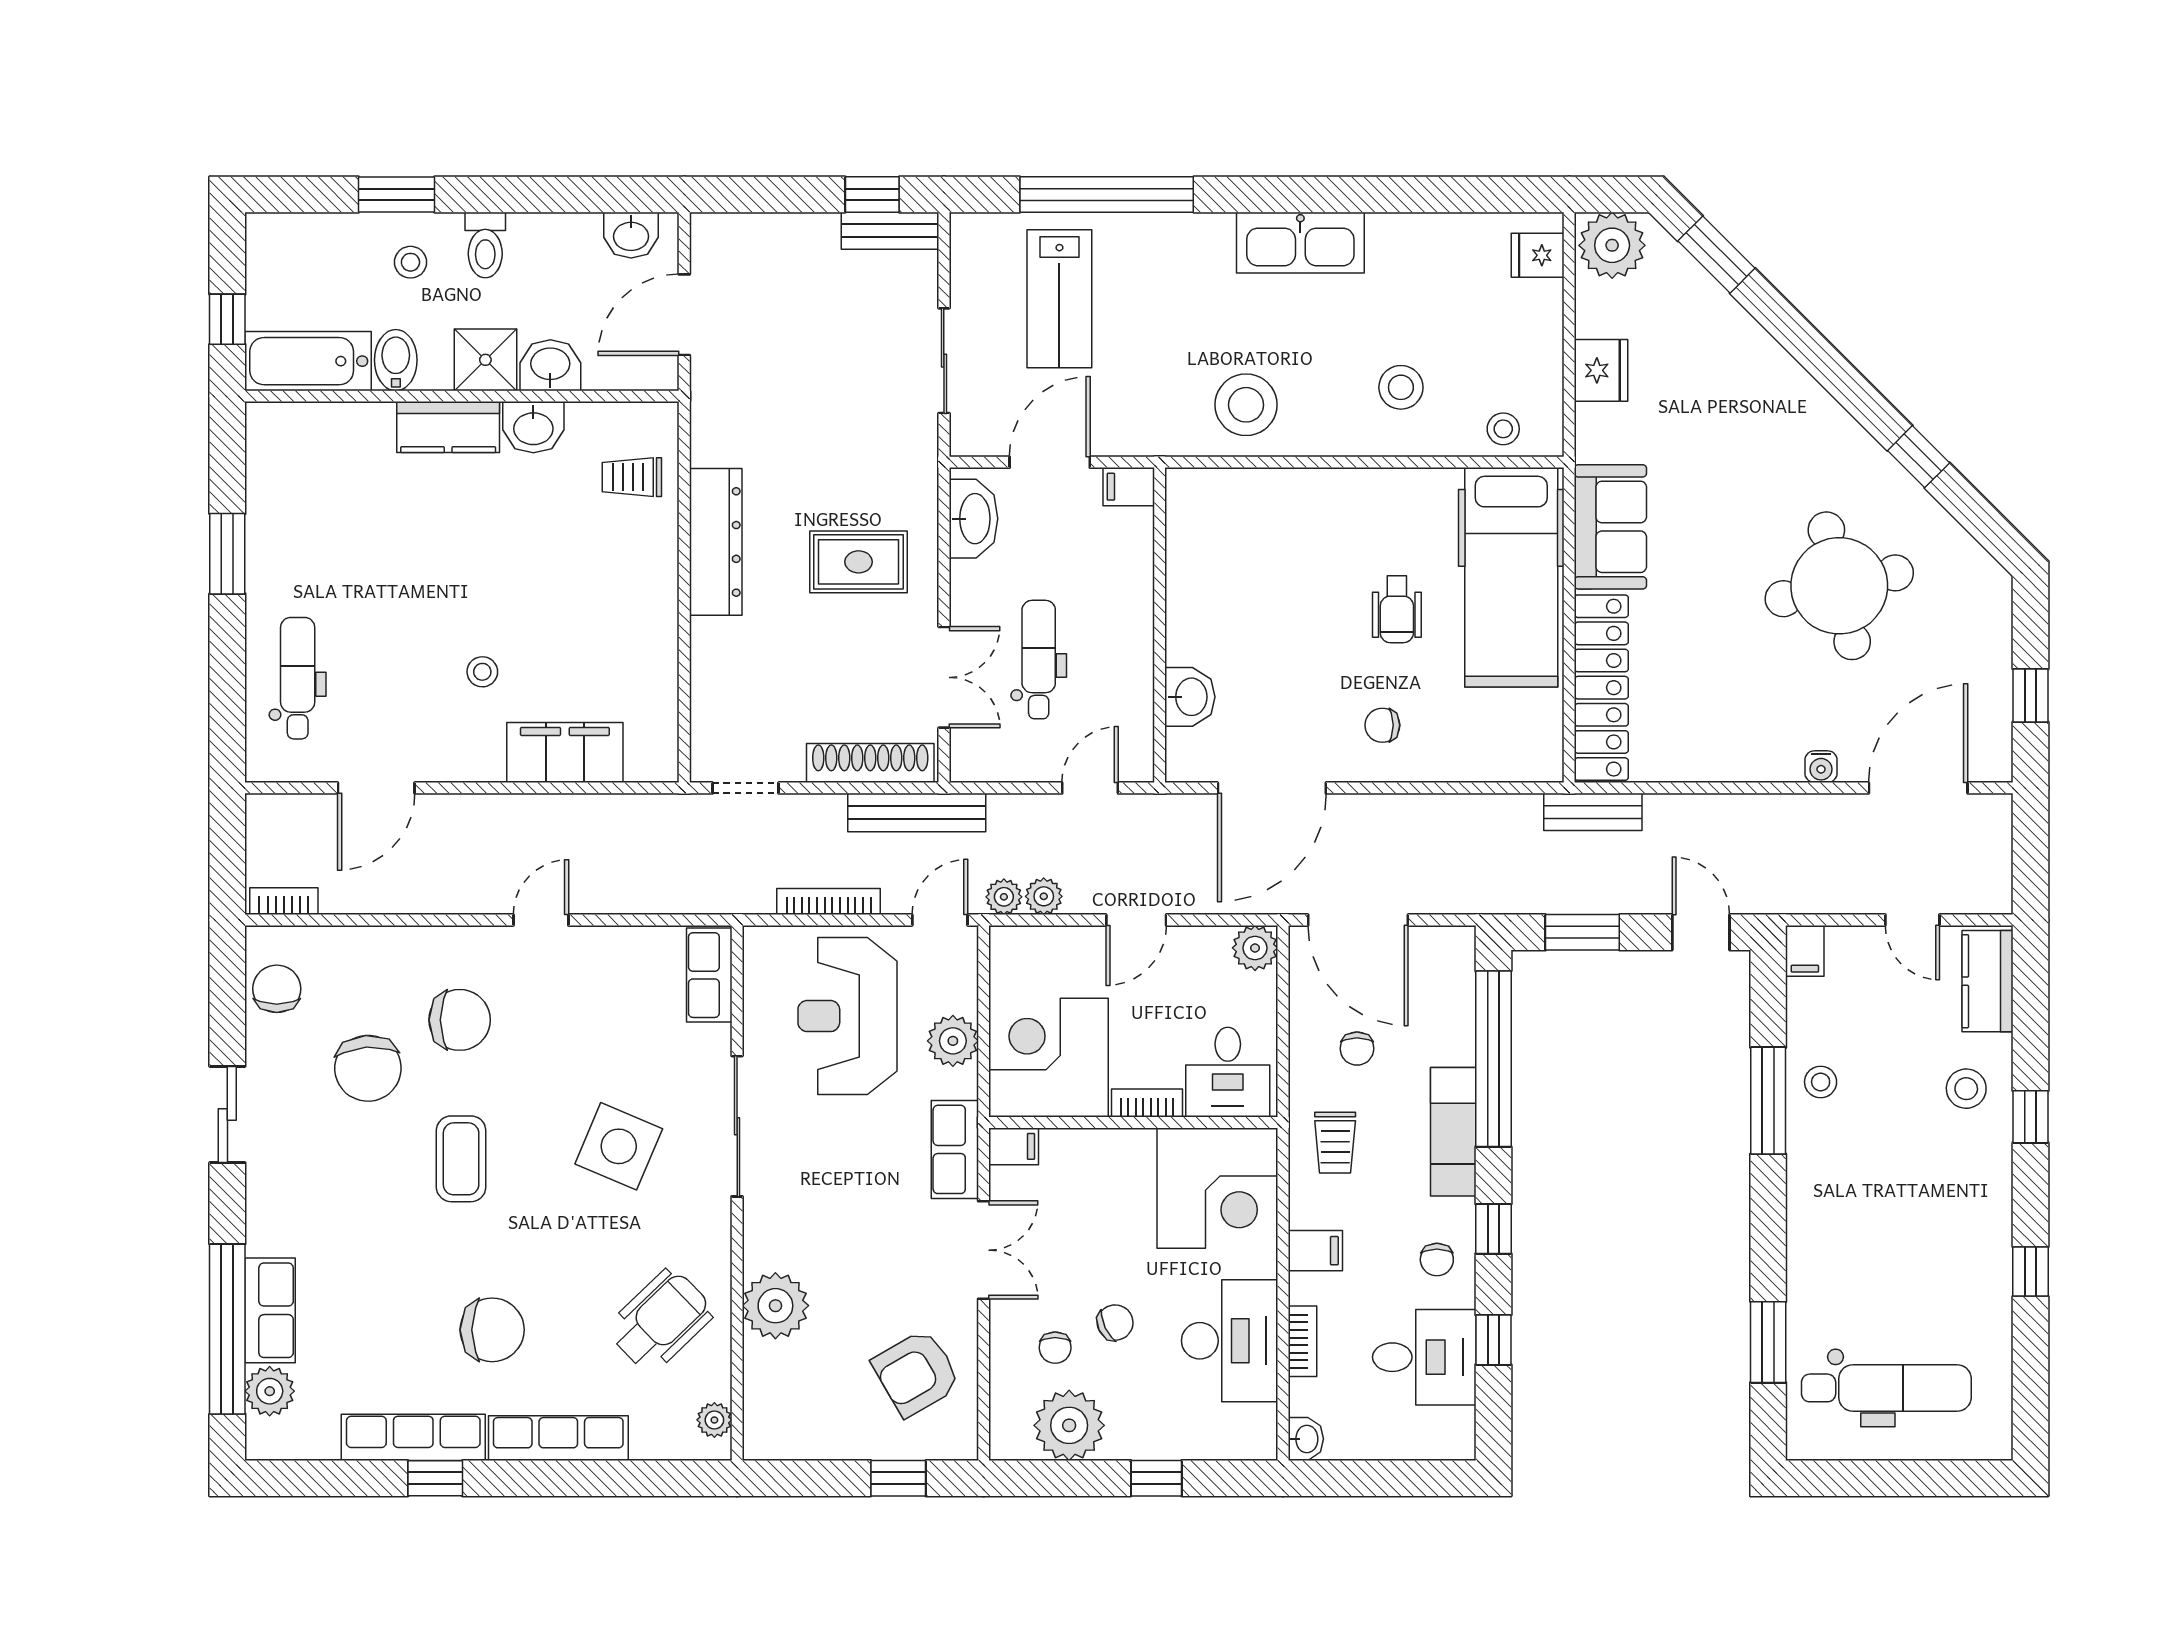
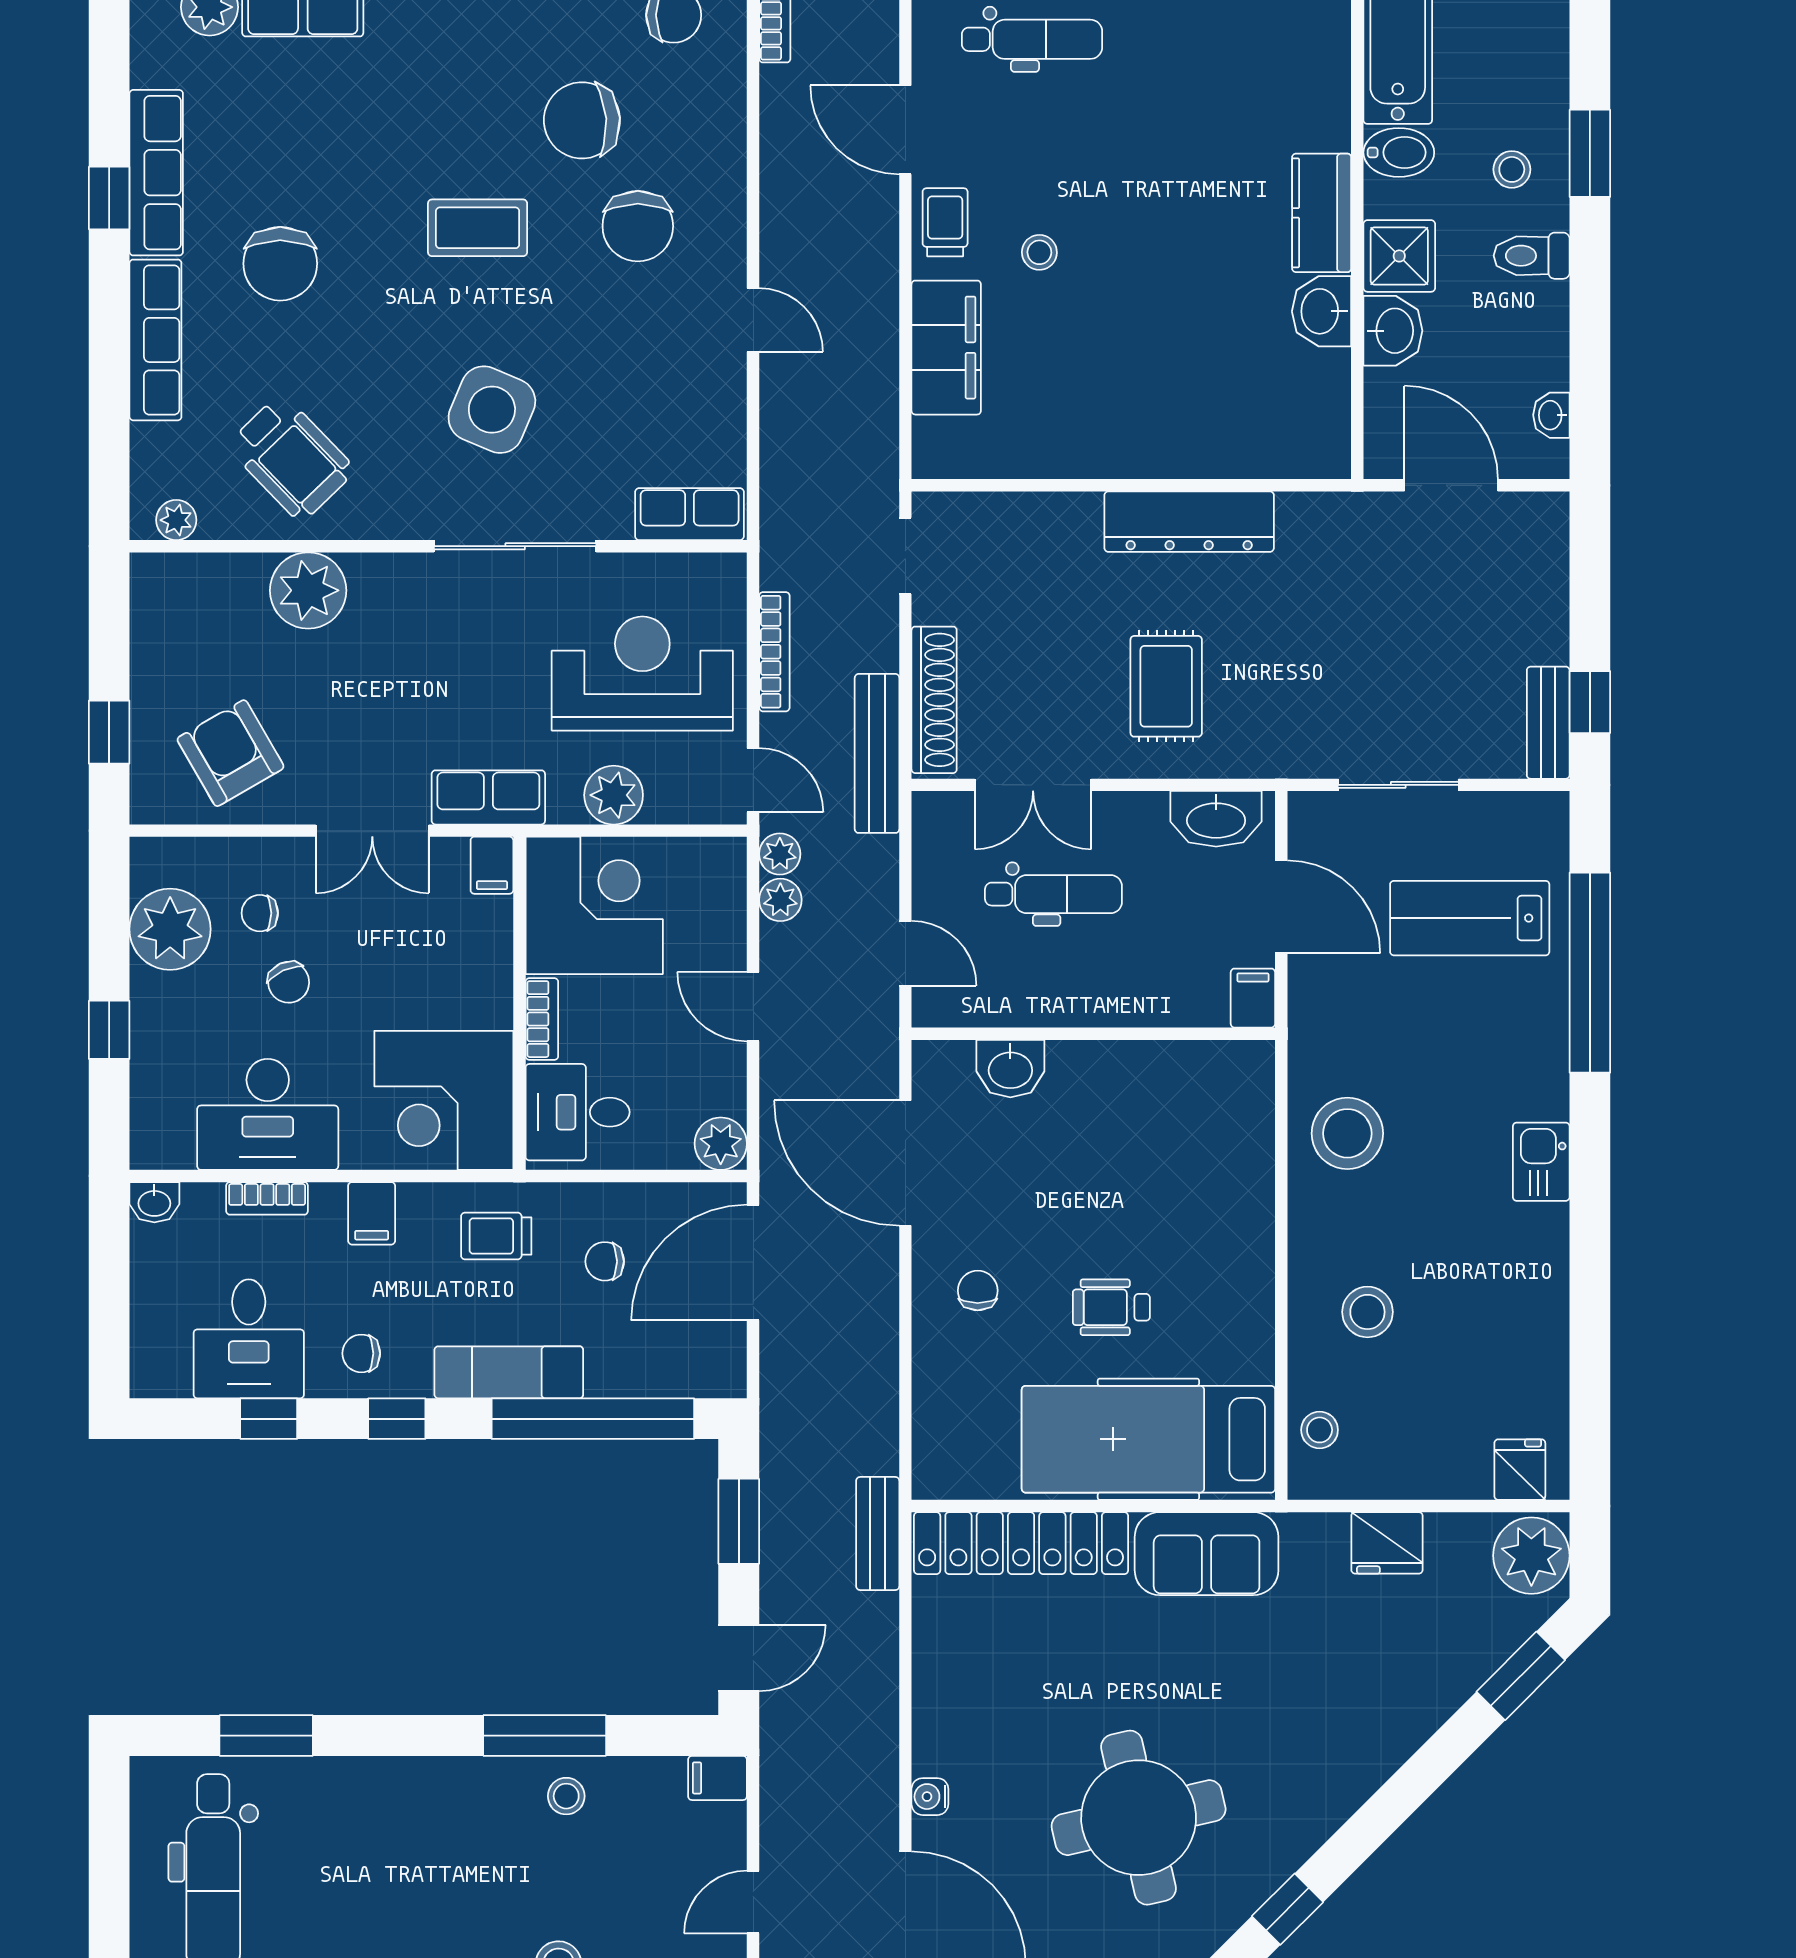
washbasin: (631, 235) -> (1551, 415), width x0.72, depth x0.69
kitchen sink: (1300, 243) -> (1541, 1162), width x0.53, depth x0.81
trolley: (632, 477) -> (945, 222), moved

